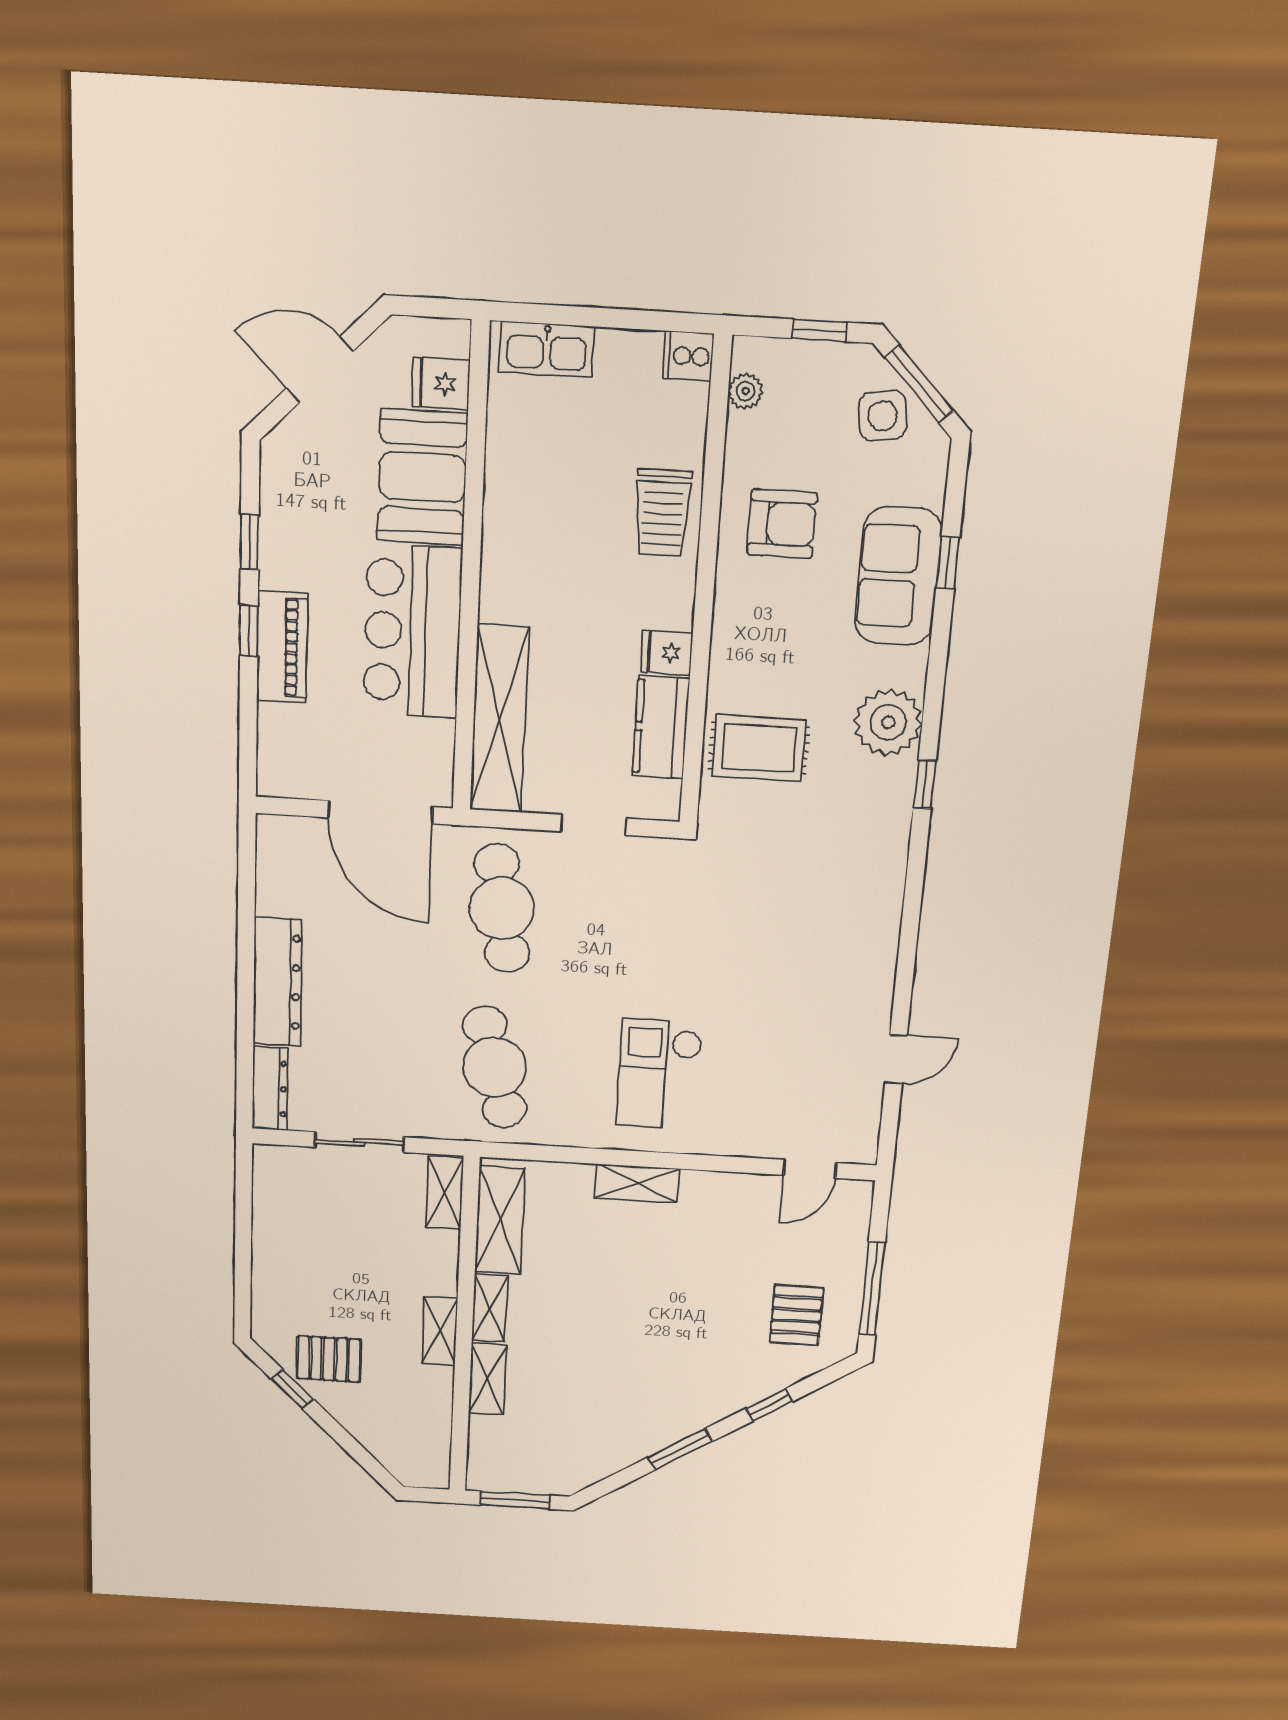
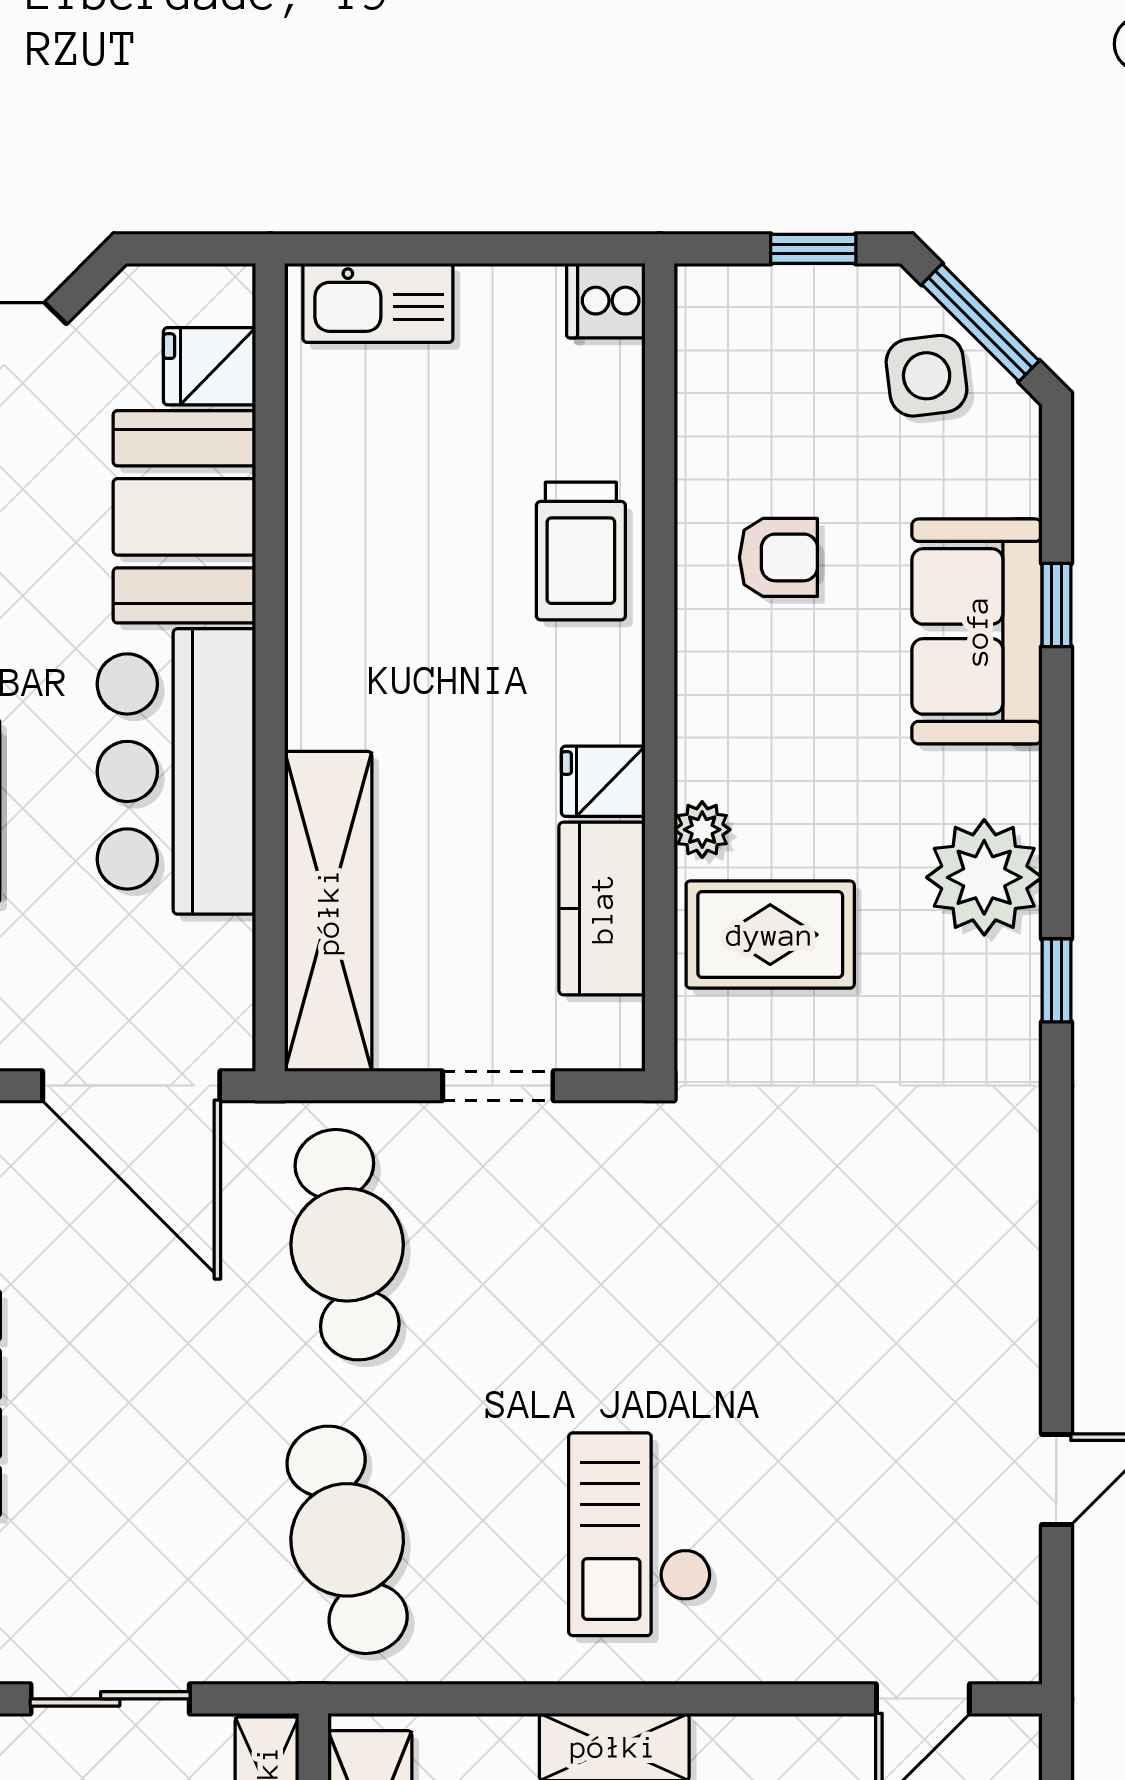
plant: (746, 391) -> (702, 830), moved
armchair: (782, 524) -> (778, 557), width x0.72, depth x0.72

